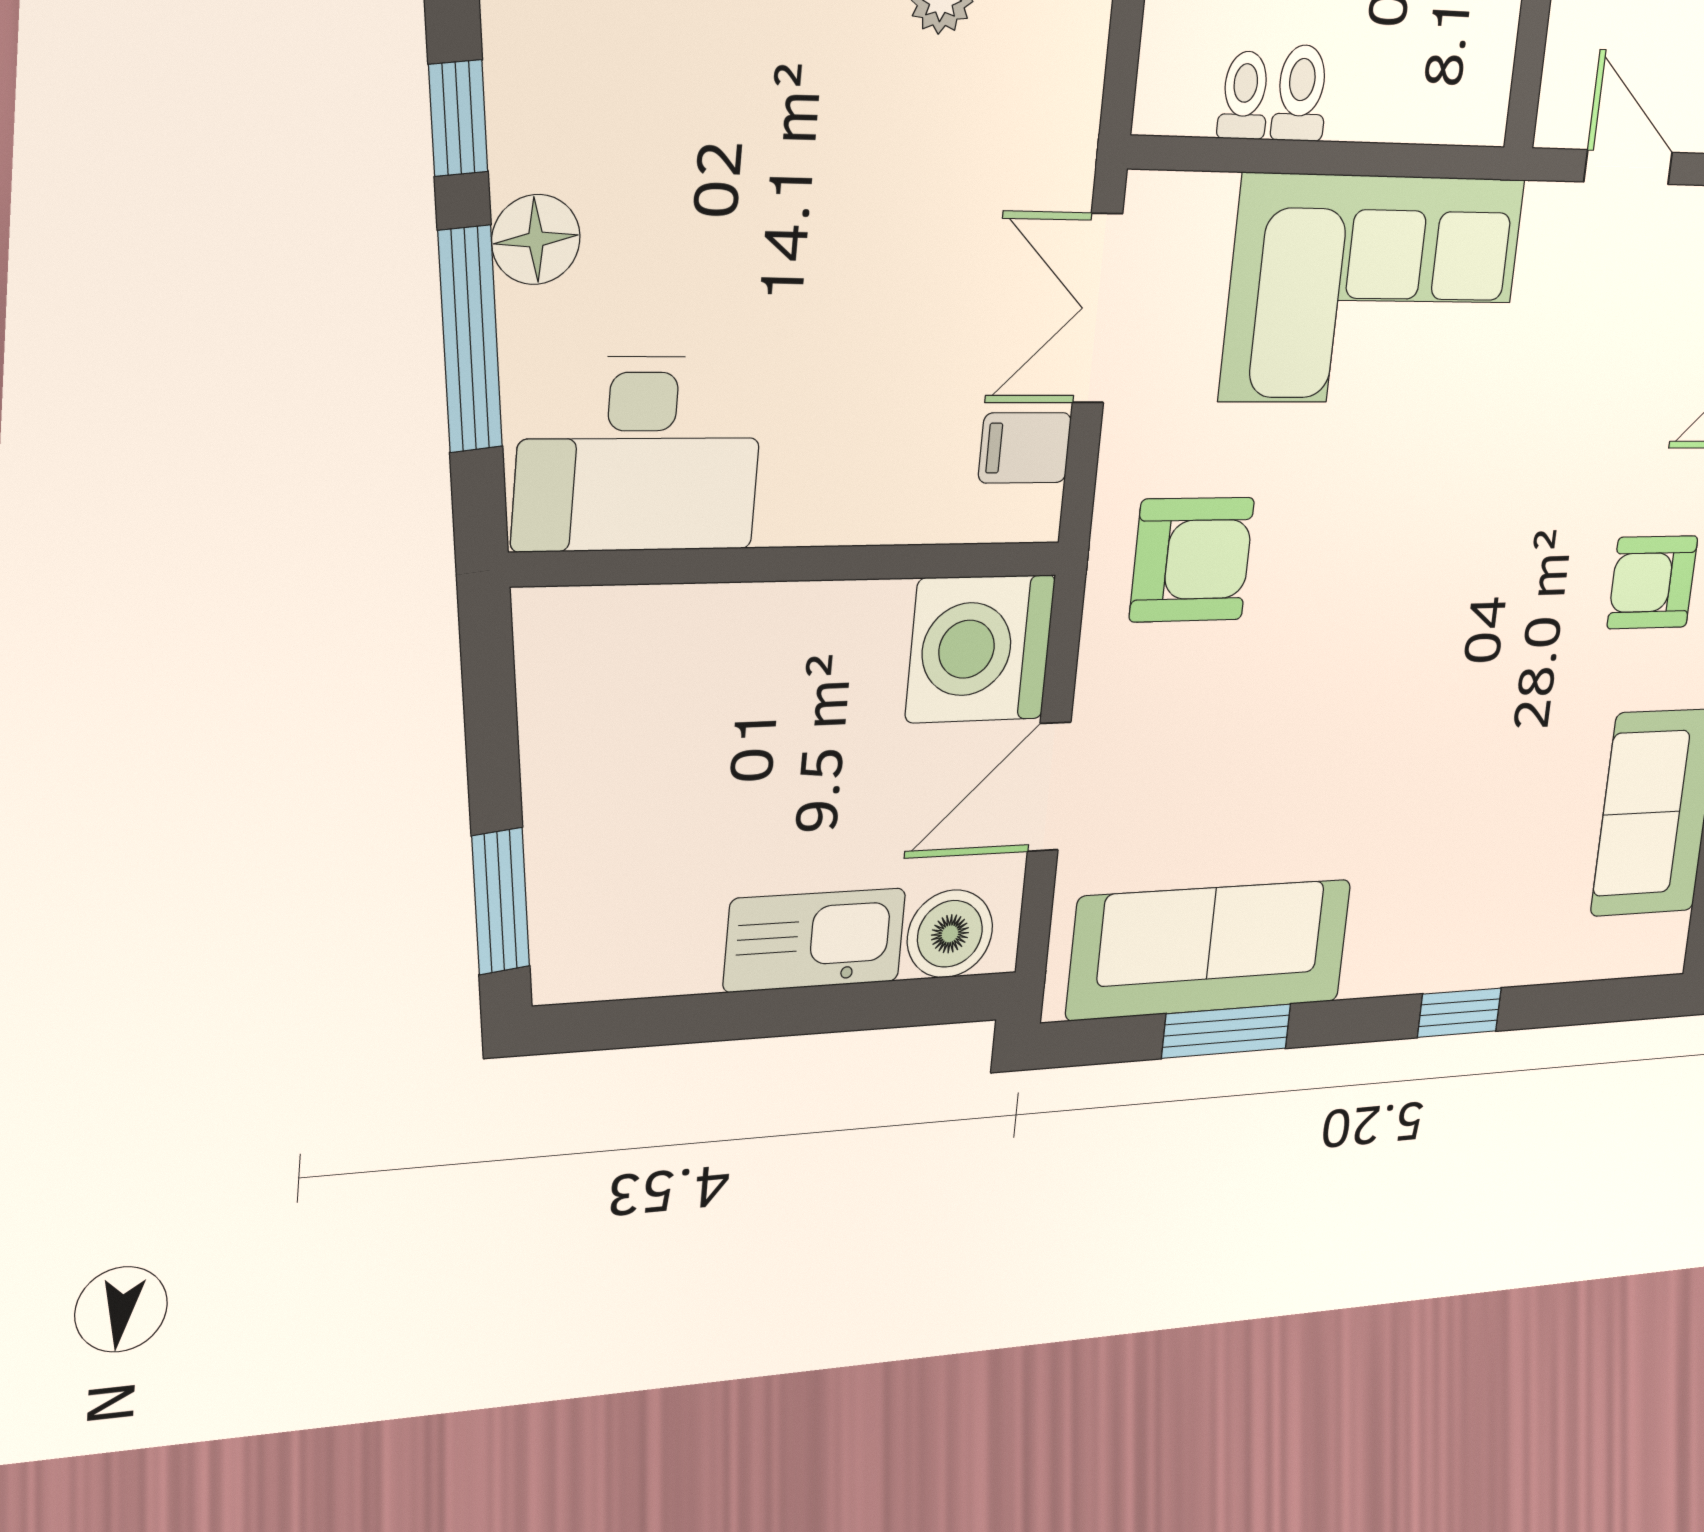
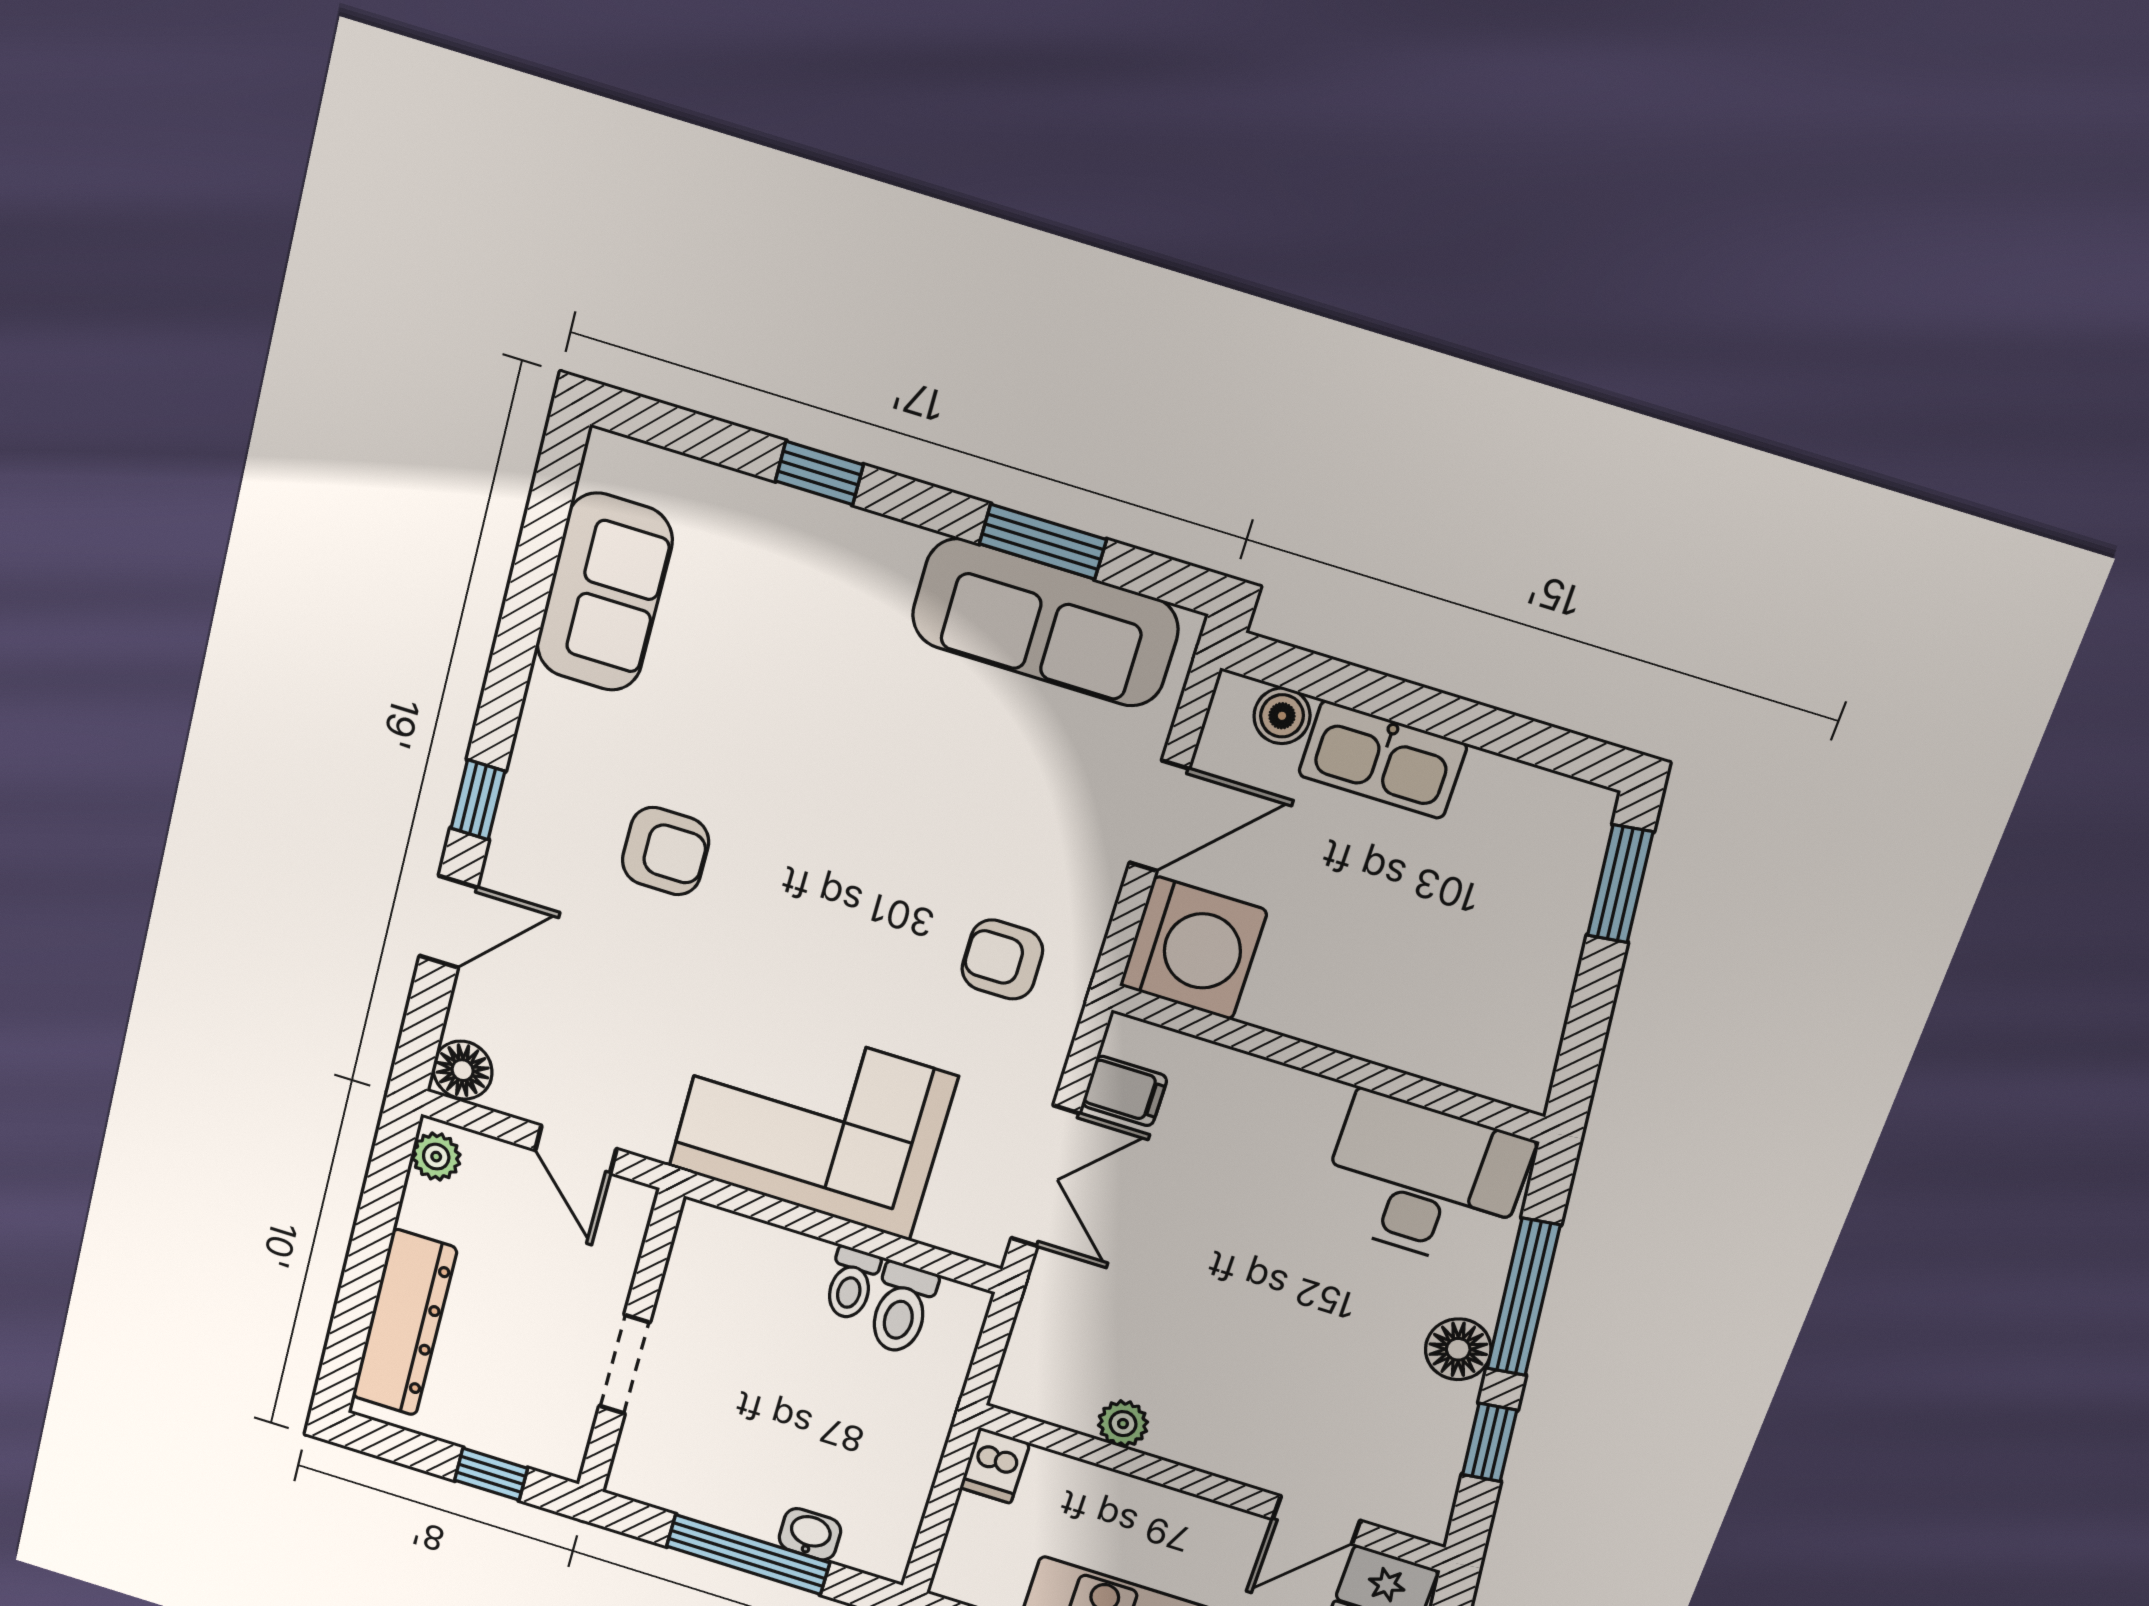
toilet: (1244, 95) -> (902, 1308), width x1.37, depth x1.39
armchair: (1192, 560) -> (1002, 960), width x0.72, depth x0.72
armchair: (1652, 582) -> (665, 851), moved
boiler: (950, 934) -> (1282, 716), width x0.73, depth x0.73

